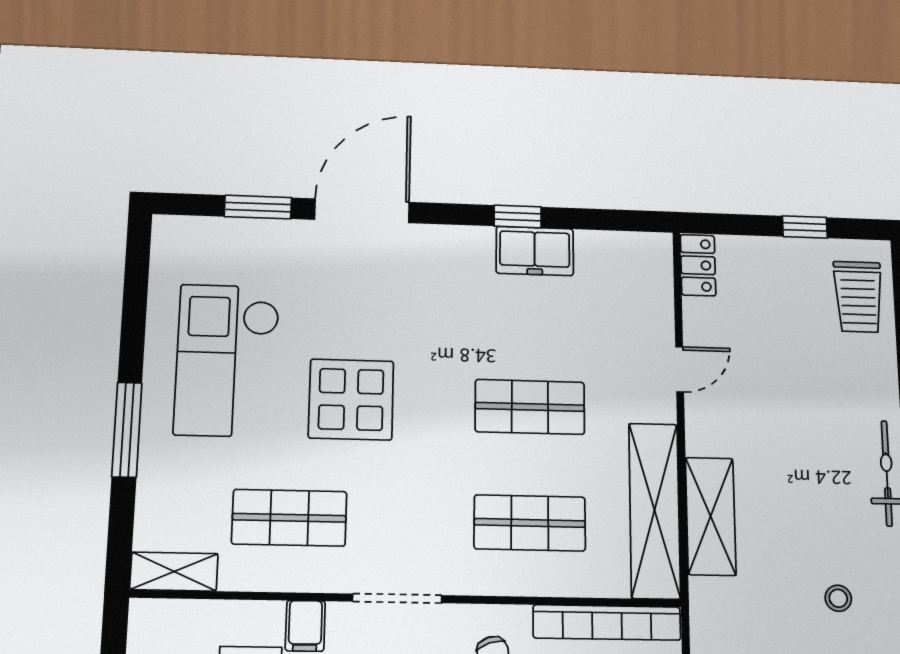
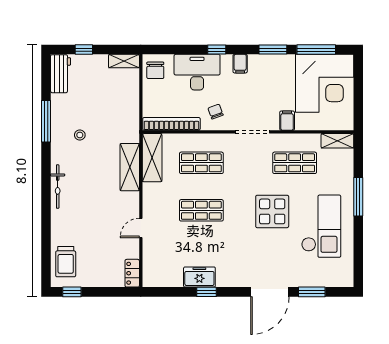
window: (805, 227) -> (72, 292), moved
trolley: (858, 297) -> (66, 262), turned 180
shelving: (655, 510) -> (152, 158), width x0.68

